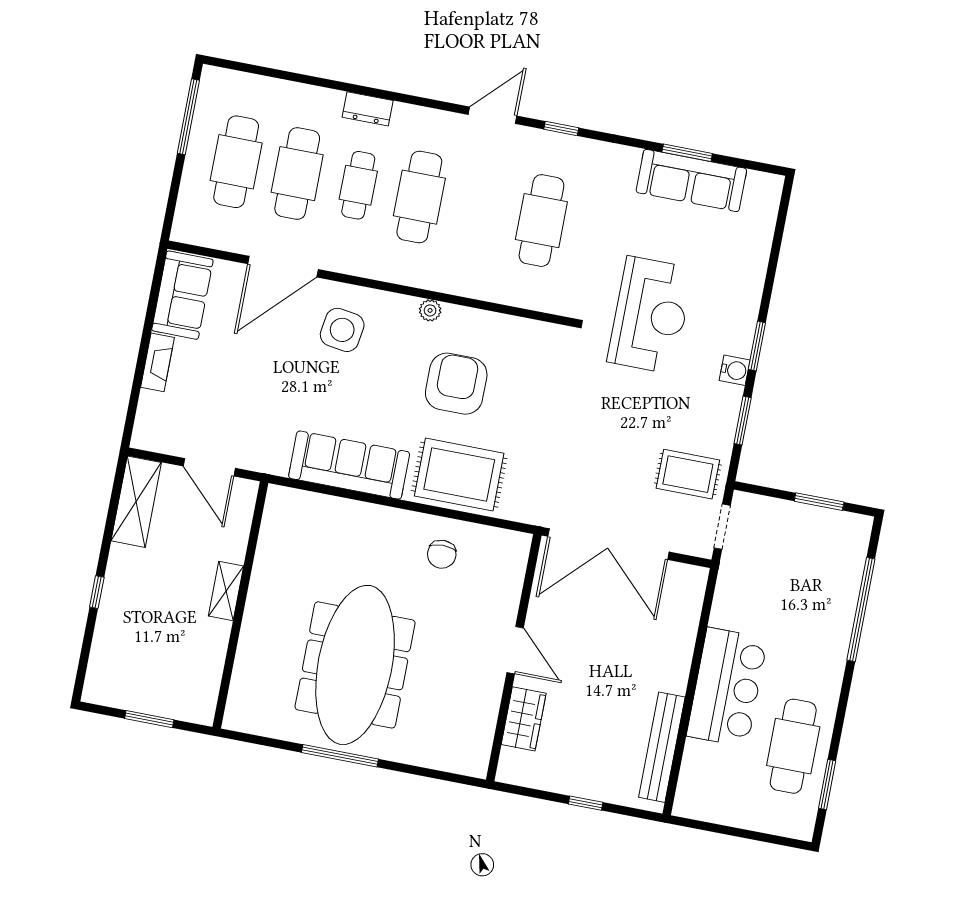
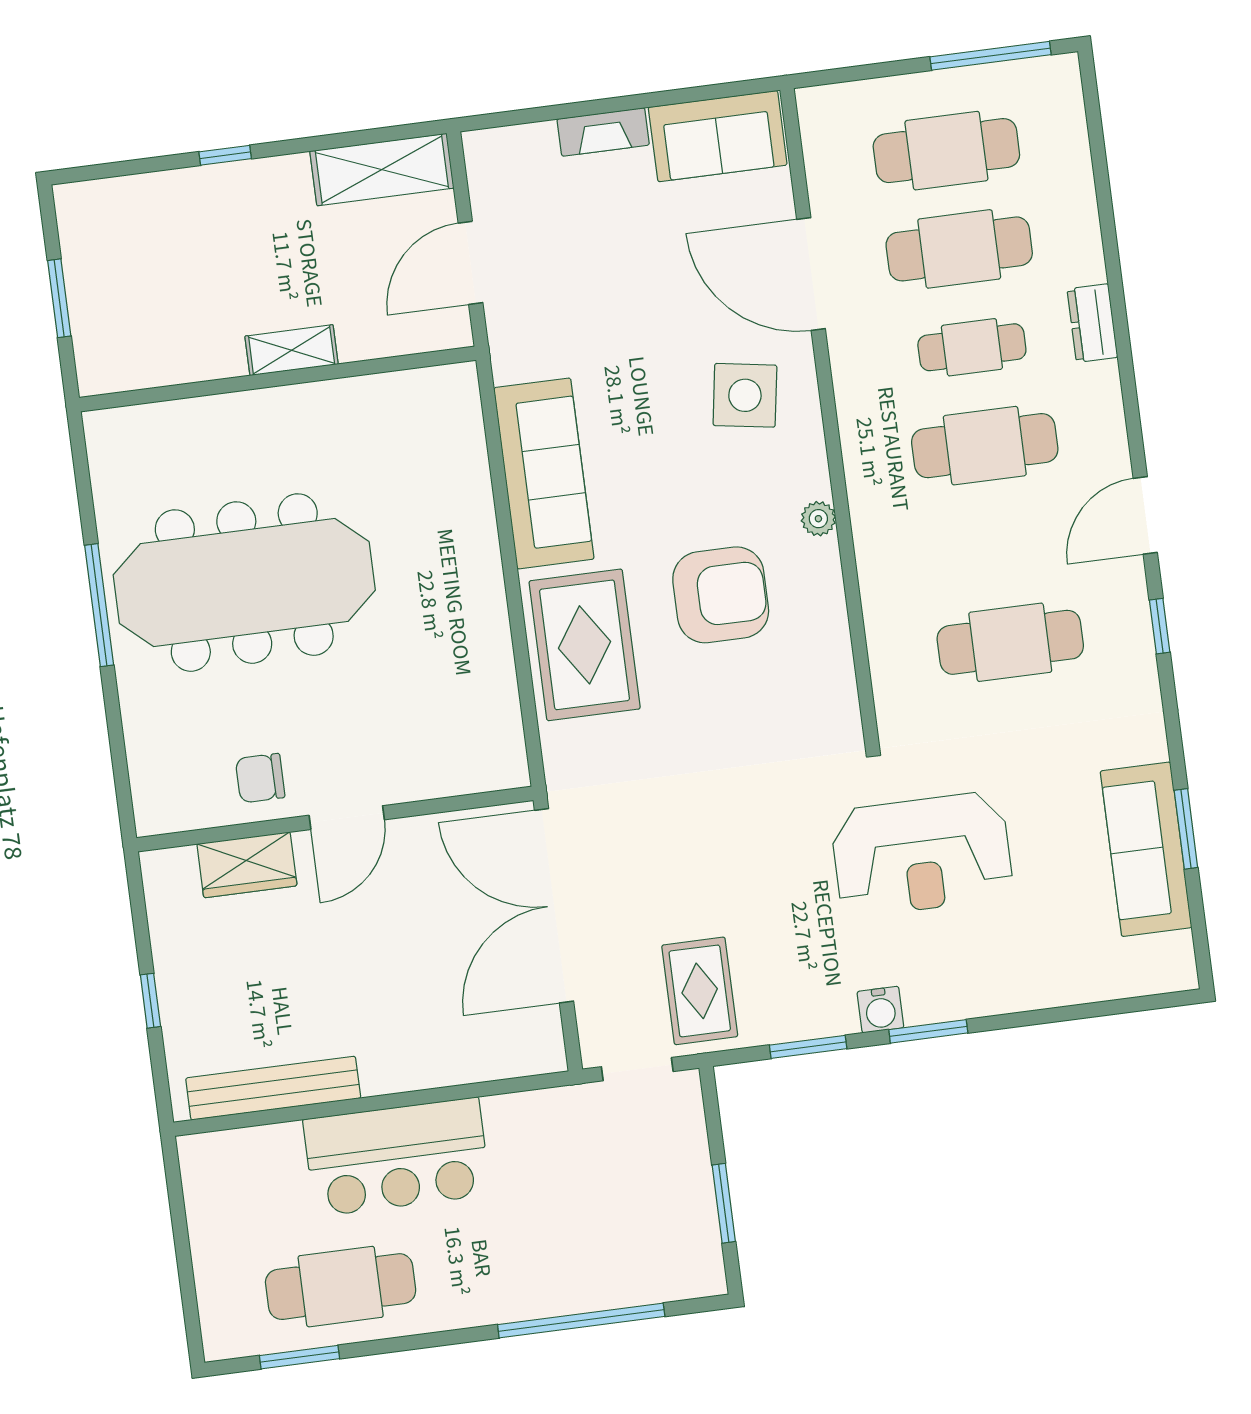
door: (492, 115) -> (1145, 515), swing flipped
chair: (442, 554) -> (260, 778), moved

